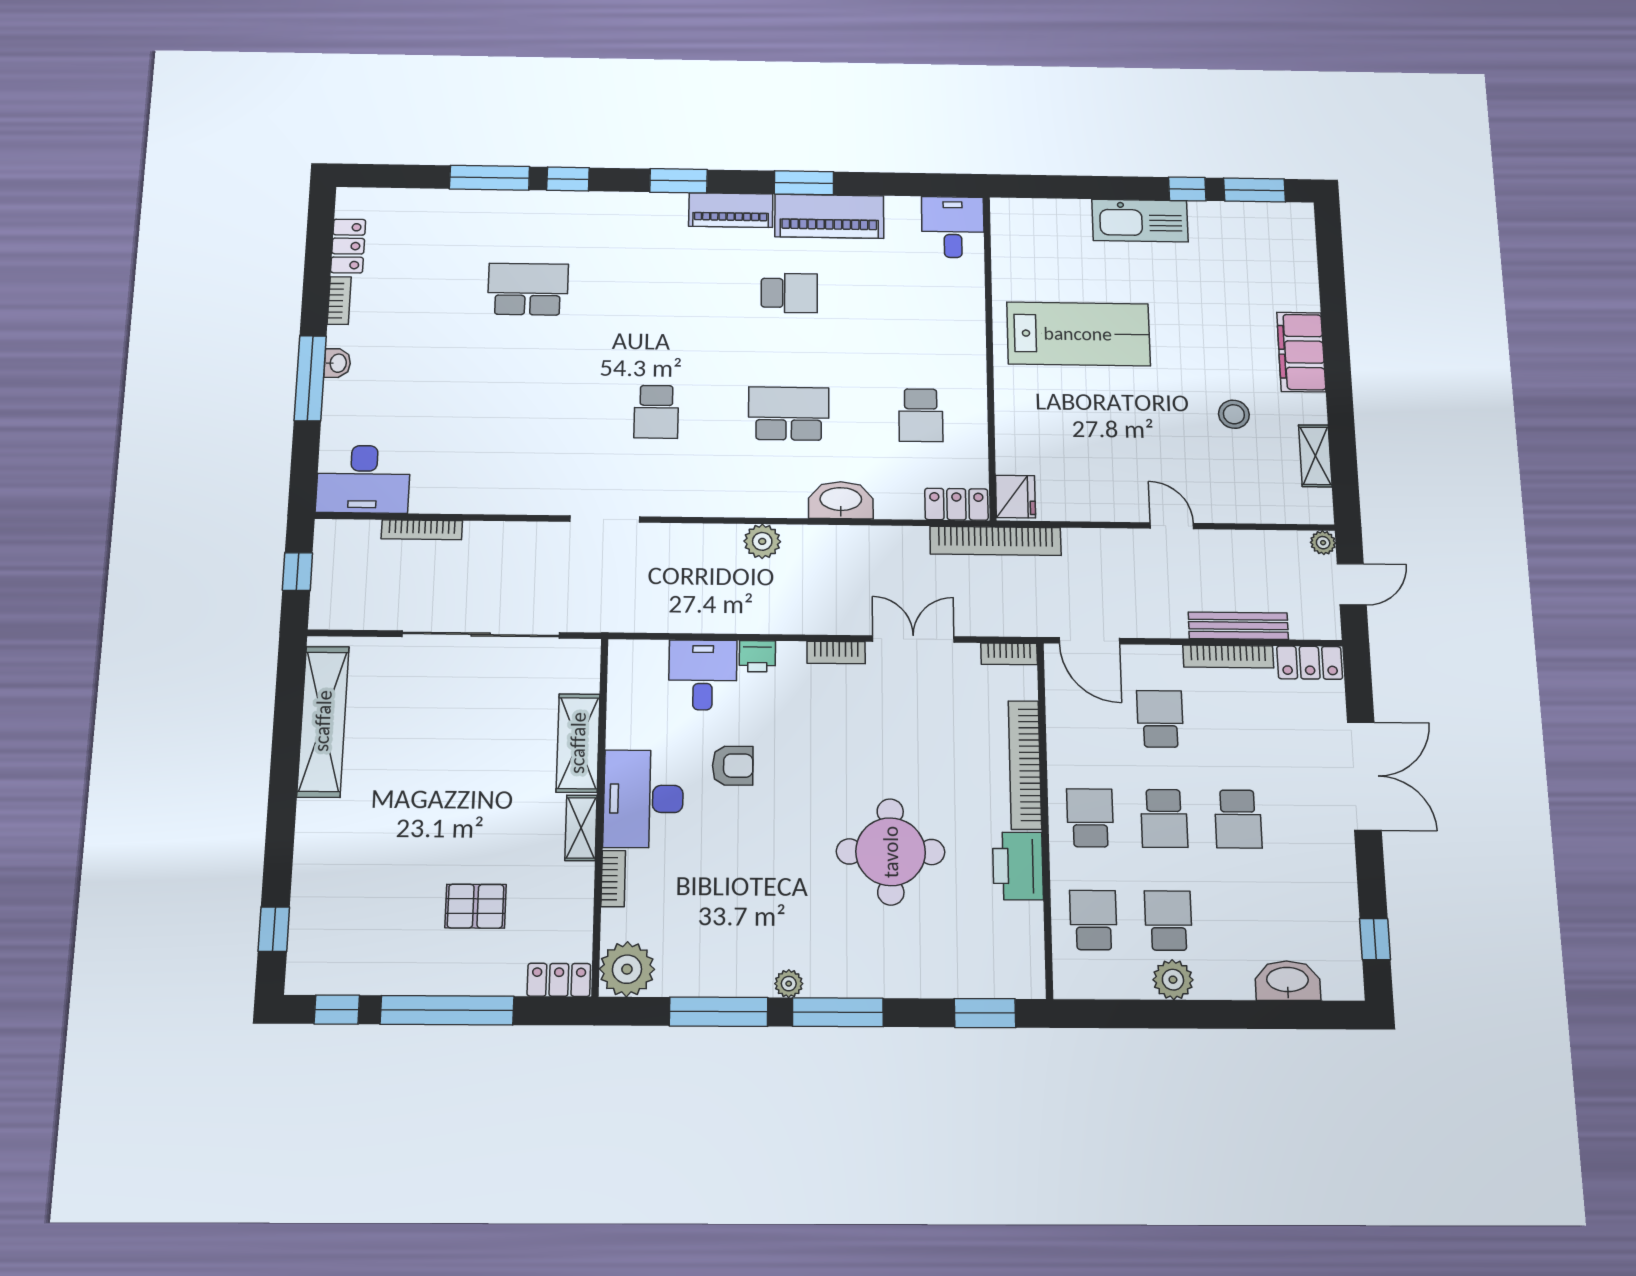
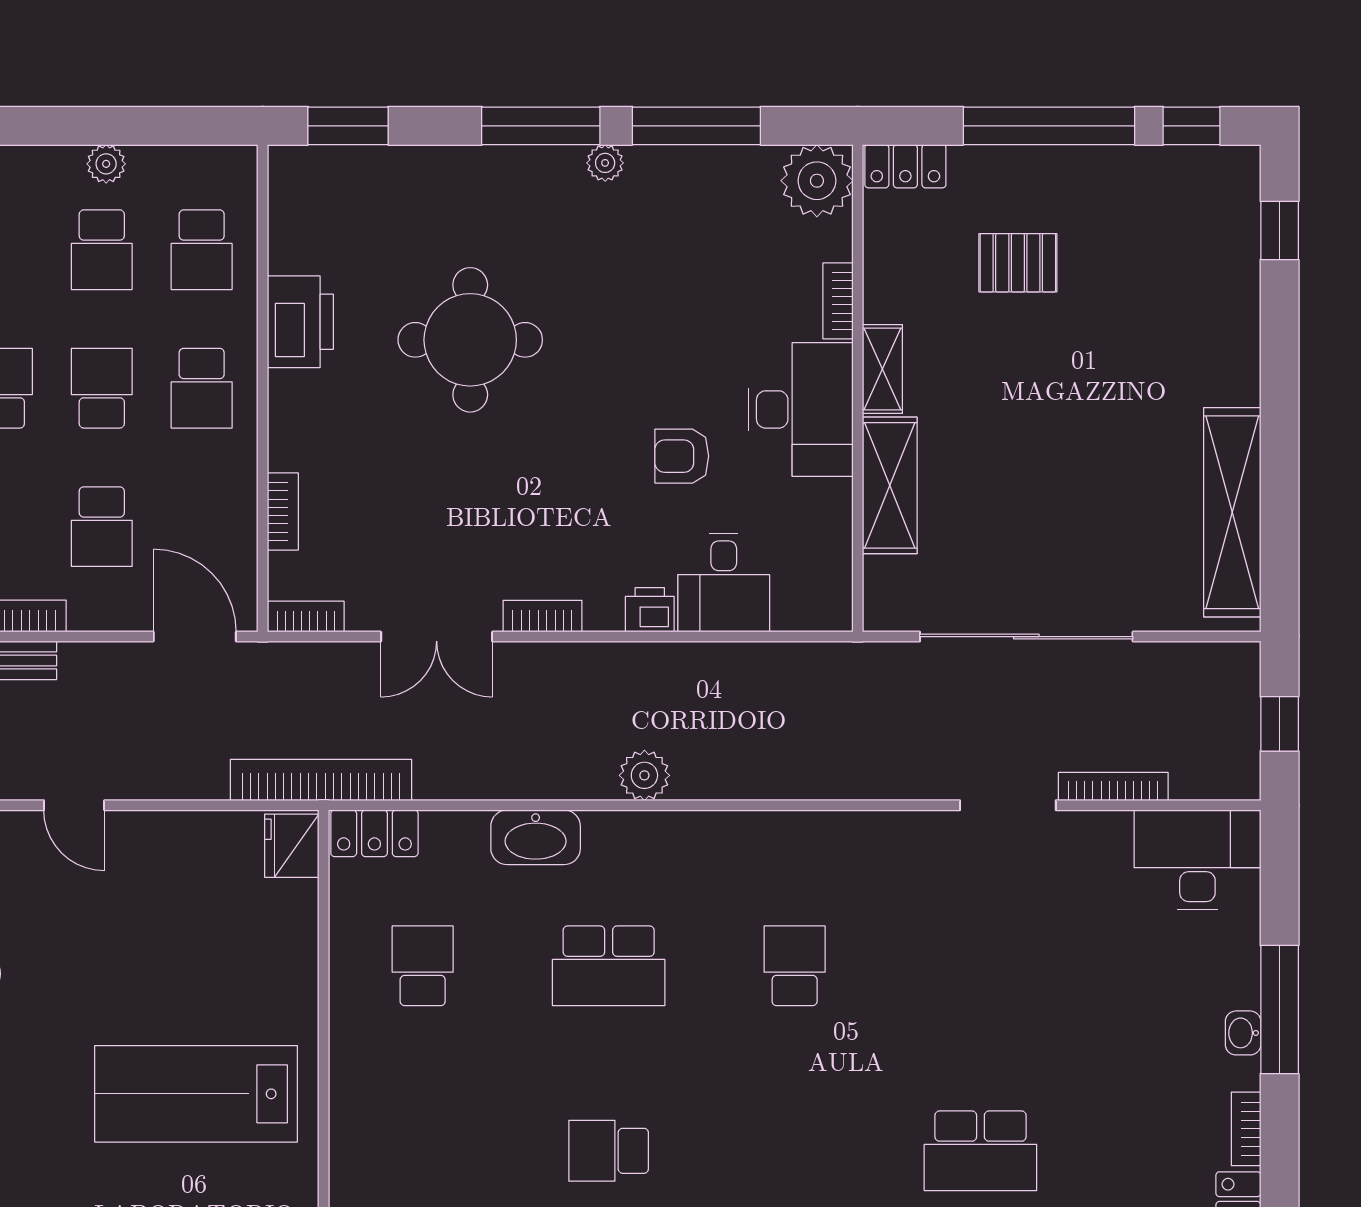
doorway: (605, 519) -> (1008, 805), moved
bookcase: (1025, 765) -> (283, 511), width x0.43, depth x0.76
plant: (1173, 980) -> (106, 164), width x0.73, depth x0.73

